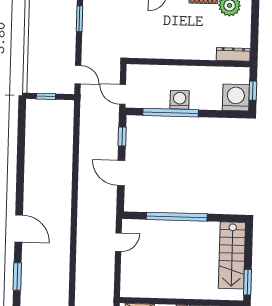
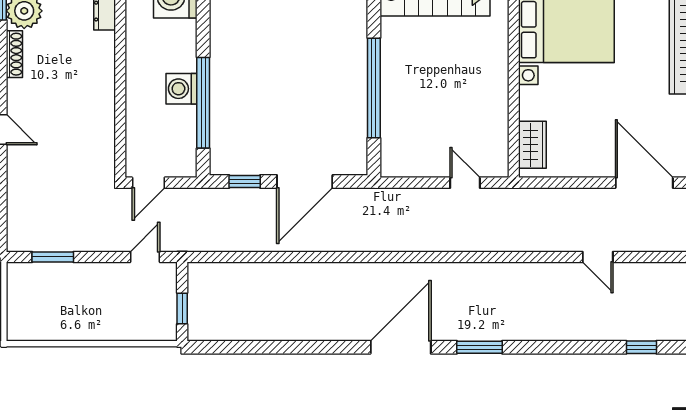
door: (123, 94) -> (148, 183), moved
door: (121, 173) -> (305, 181), width x1.36
door: (19, 229) -> (401, 347), width x1.36
door: (118, 242) -> (465, 183), moved

